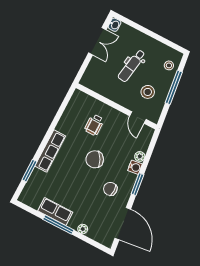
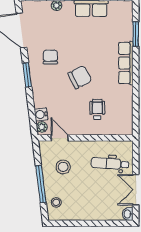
dental chair: (132, 66) -> (110, 164), moved, turned -95
plant: (140, 156) -> (42, 127), moved
water cooler: (135, 167) -> (41, 114), moved
chair: (110, 189) -> (50, 57), turned -90

